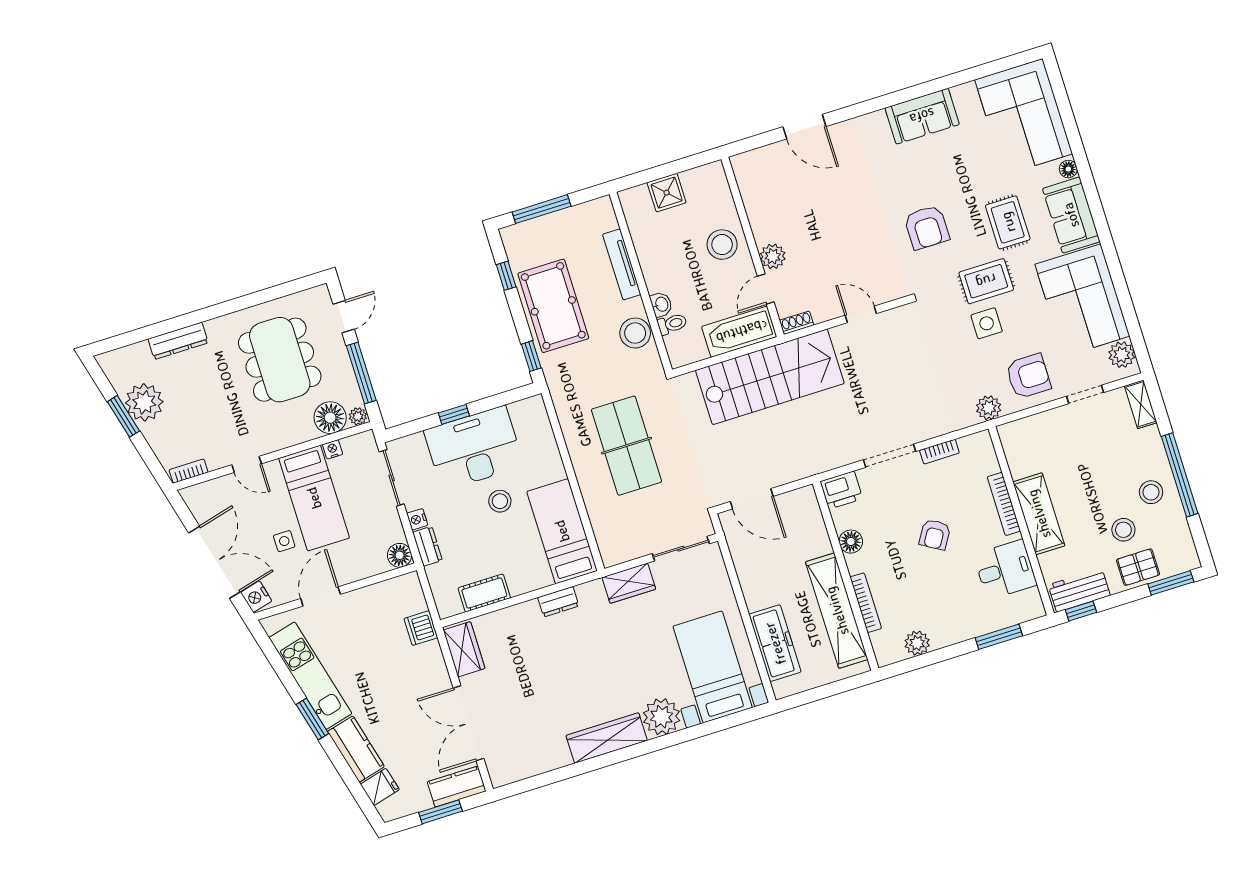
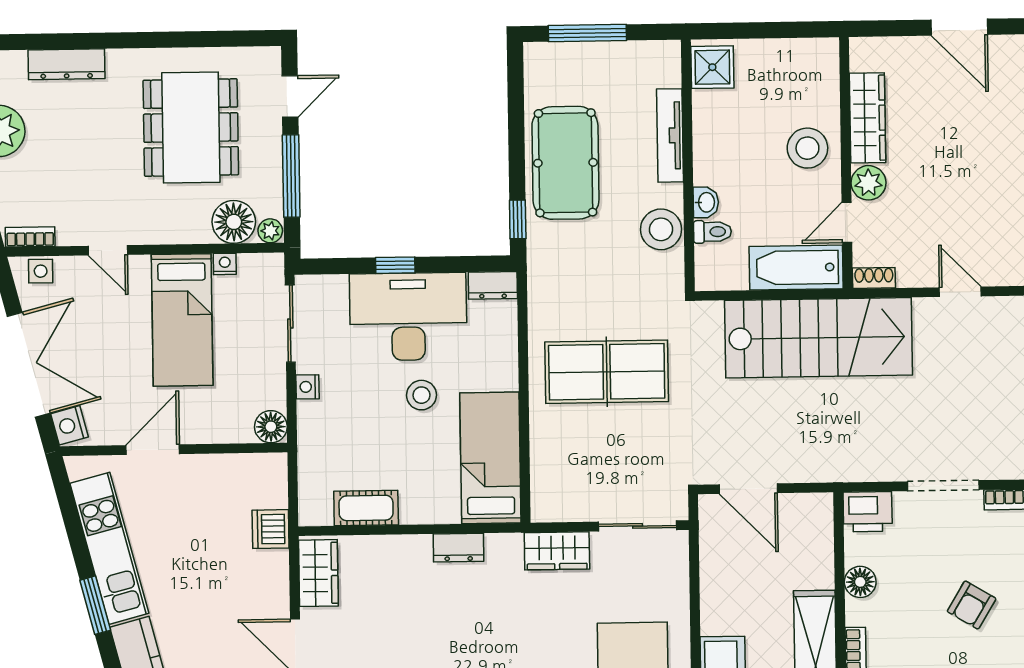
shower: (667, 193) -> (712, 67), moved
wardrobe: (758, 210) -> (868, 118), added
window: (506, 276) -> (516, 106), removed
table tennis table: (626, 446) -> (607, 372), turned 90
side table: (284, 541) -> (41, 271), moved
dresser: (427, 546) -> (493, 285), moved, turned 90

